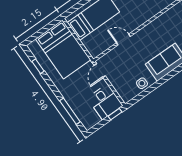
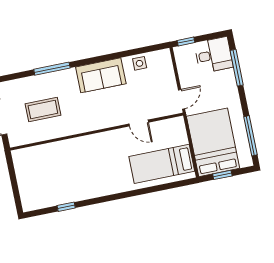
window: (46, 29) -> (222, 175), added
window: (38, 66) -> (250, 136), width x2.17
desk: (105, 102) -> (214, 55), moved, turned 90

